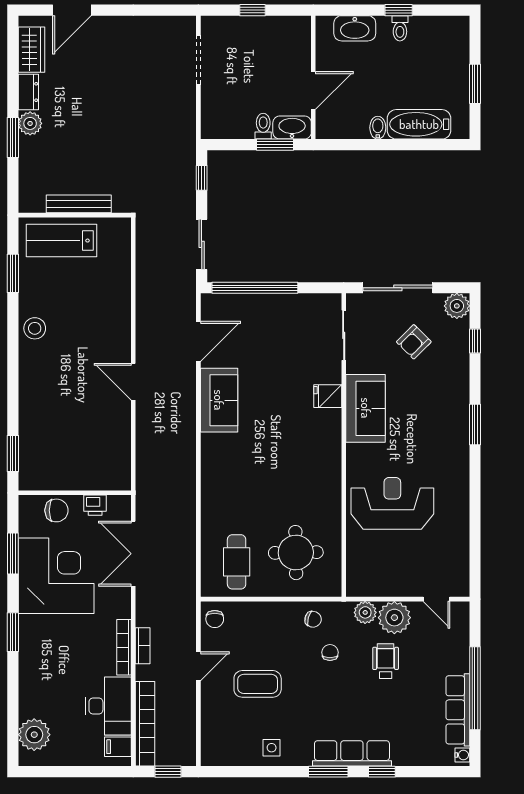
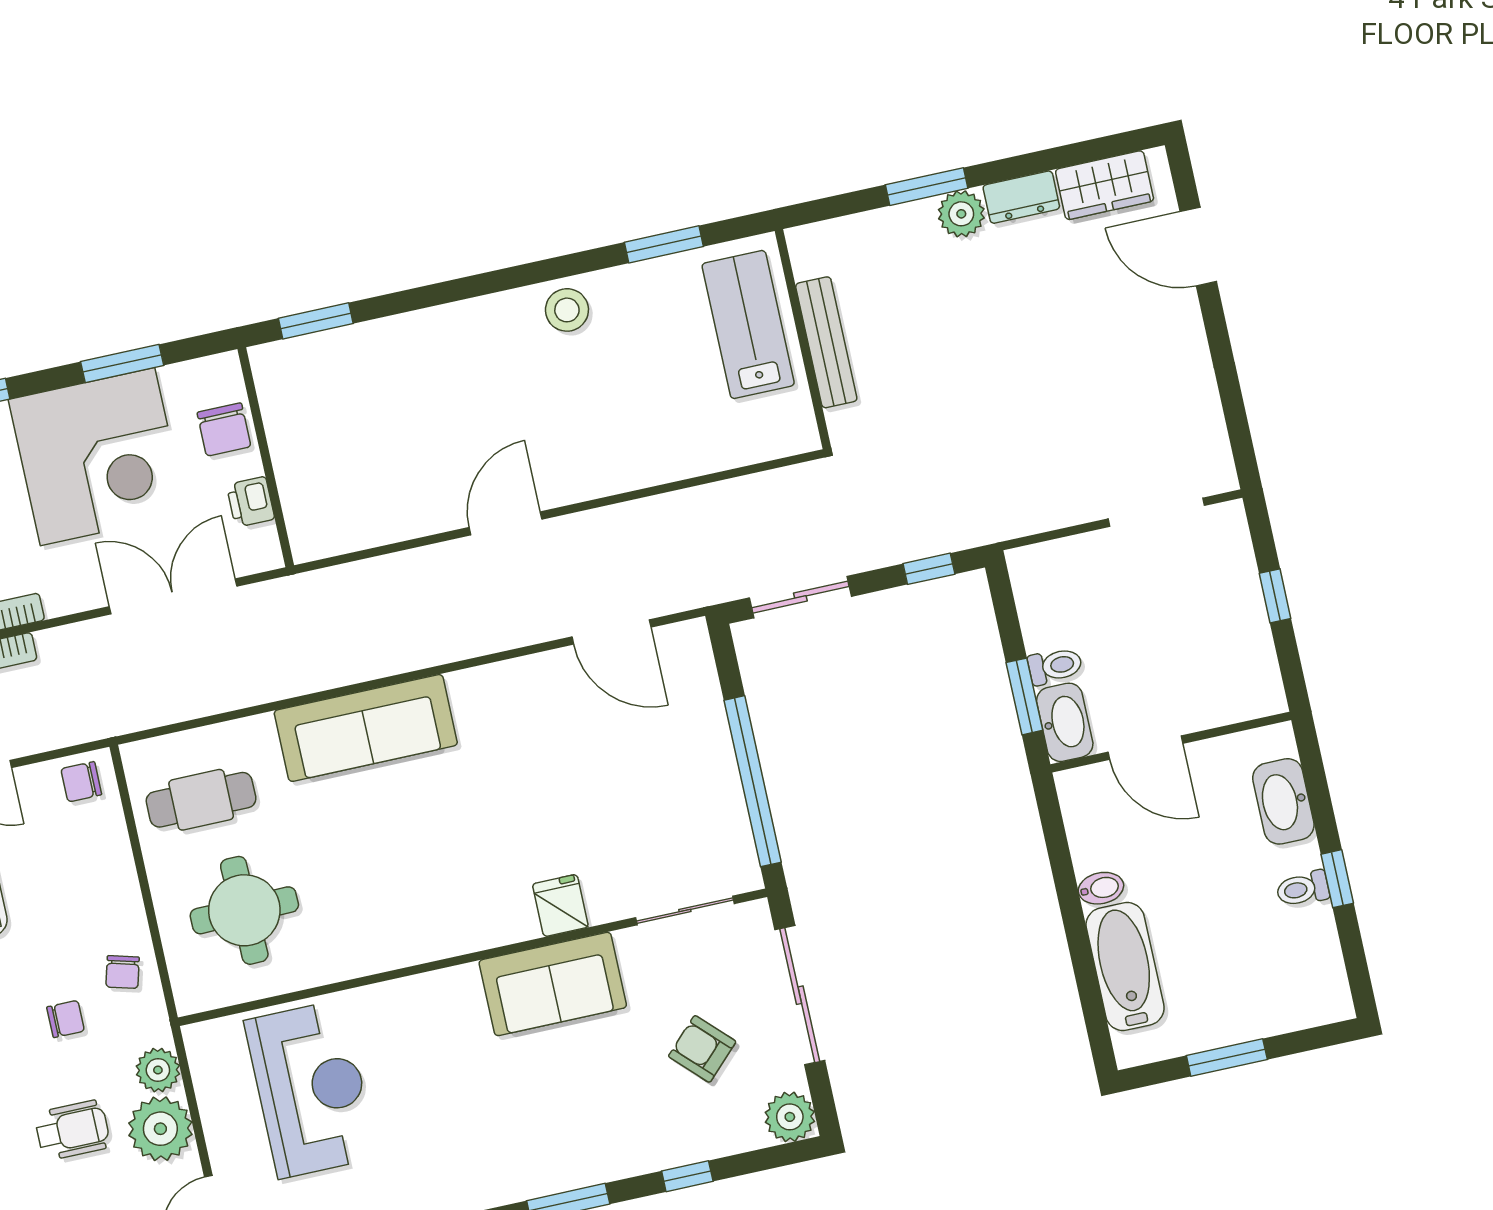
window: (255, 288) -> (753, 781), moved
window: (475, 341) -> (687, 1176), moved
sofa: (219, 400) -> (366, 728), moved, width x1.36
reception desk: (392, 503) -> (311, 1089), moved

